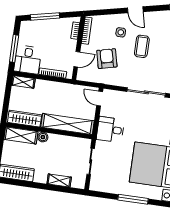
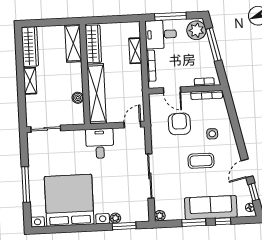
door: (135, 10) -> (247, 168), moved
plant: (30, 29) -> (196, 30), added
armchair: (107, 59) -> (179, 124), turned -76
shelving: (23, 82) -> (135, 51), moved
boiler: (43, 137) -> (78, 98), moved
sliding door: (91, 161) -> (46, 129), moved
shelving: (59, 181) -> (30, 81), moved

